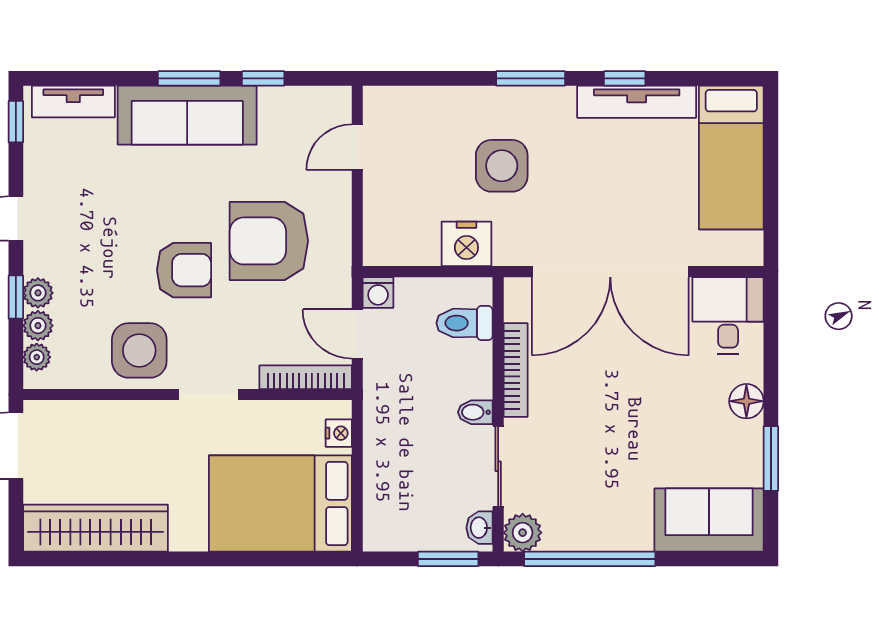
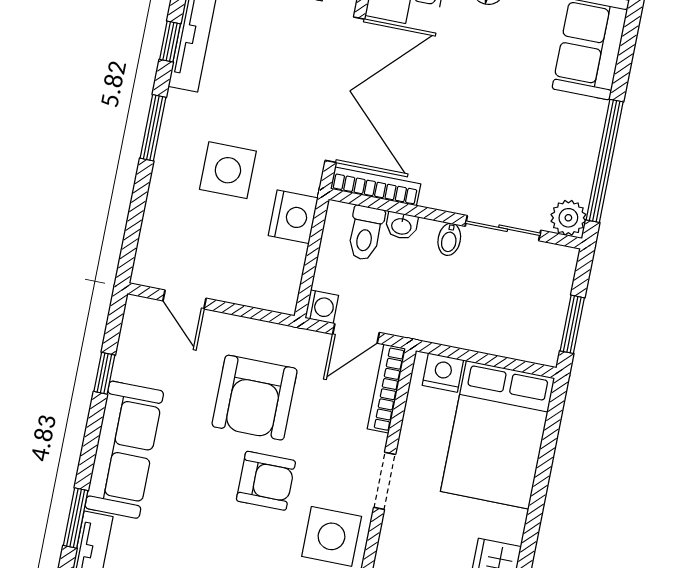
window: (189, 78) -> (76, 518), moved
armchair: (184, 270) -> (266, 481), turned 90
bookcase: (516, 370) -> (376, 186), moved
nightstand: (339, 433) -> (443, 373), width x1.39, depth x1.35
washbasin: (480, 528) -> (401, 226), moved
window: (448, 559) -> (572, 324), moved

